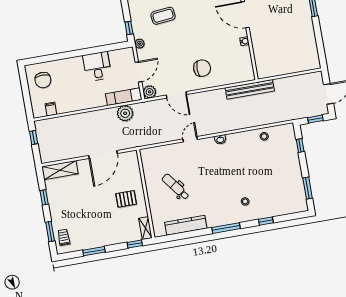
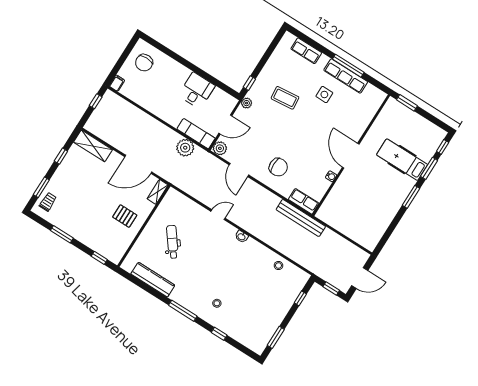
row of seats: (241, 76) -> (304, 201), added
filing cabinet: (51, 109) -> (117, 83), moved
shelving: (145, 228) -> (158, 192), moved

